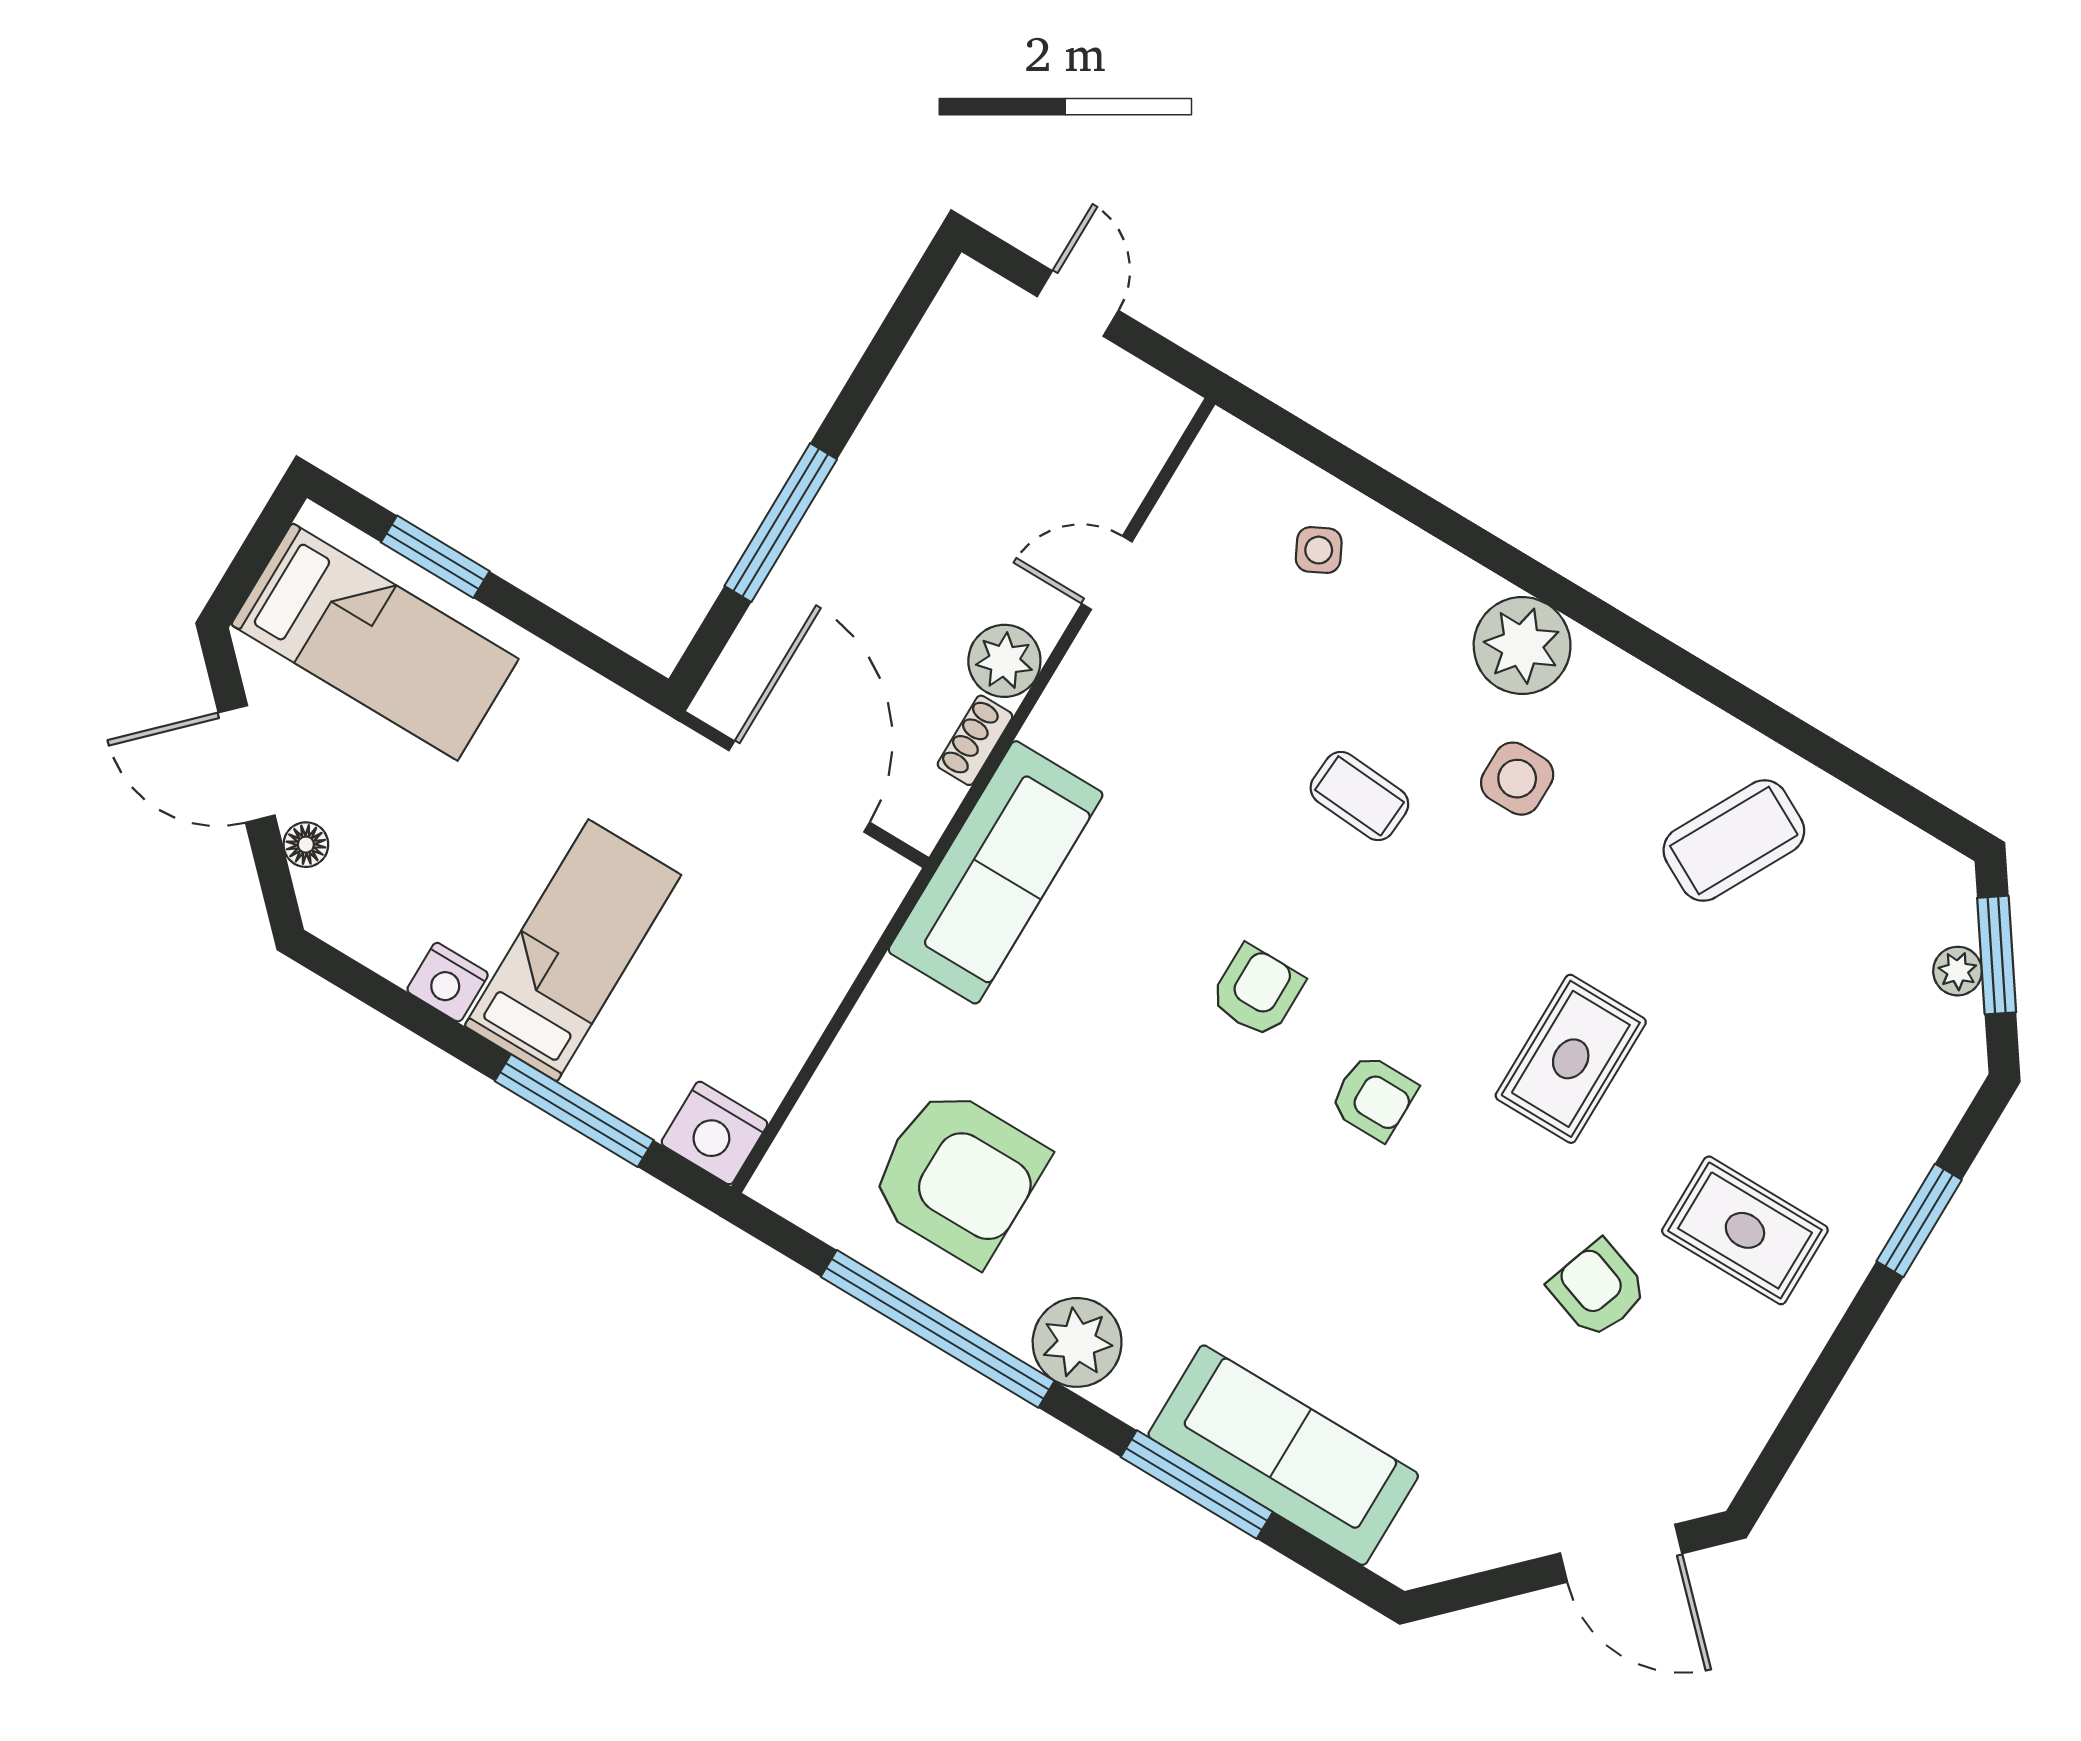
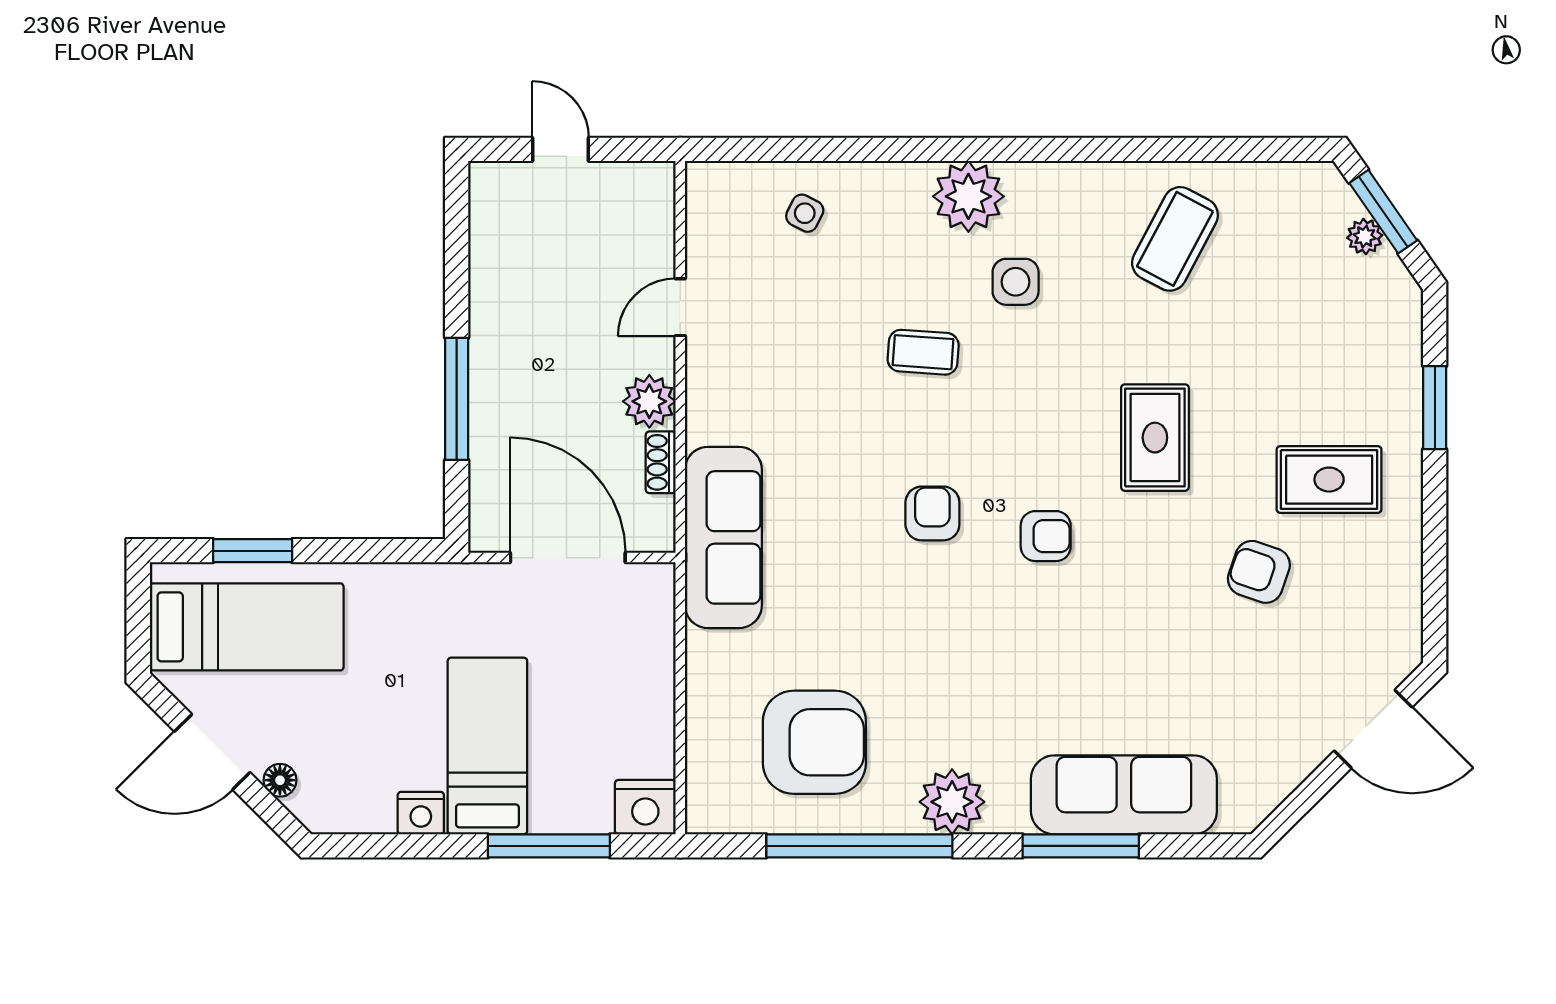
side table: (1319, 550) -> (805, 213), turned -36

